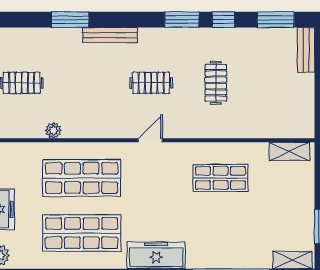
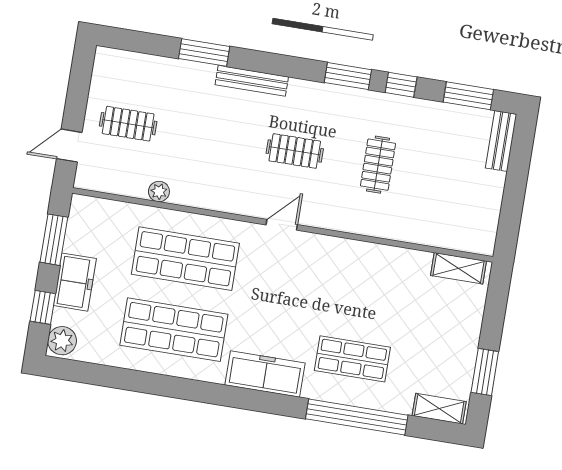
shop shelf: (220, 178) -> (352, 359), moved

